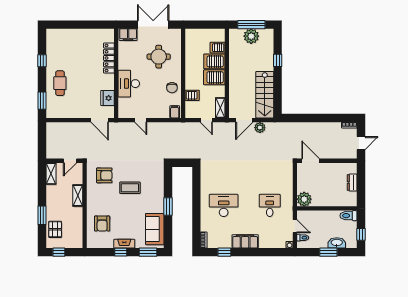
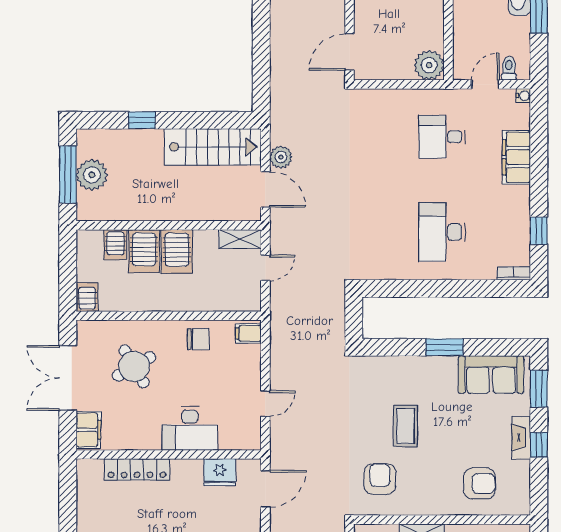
round table: (159, 57) -> (134, 366), turned -30
server rack: (192, 95) -> (87, 297), moved
filing cabinet: (245, 241) -> (516, 157), moved

